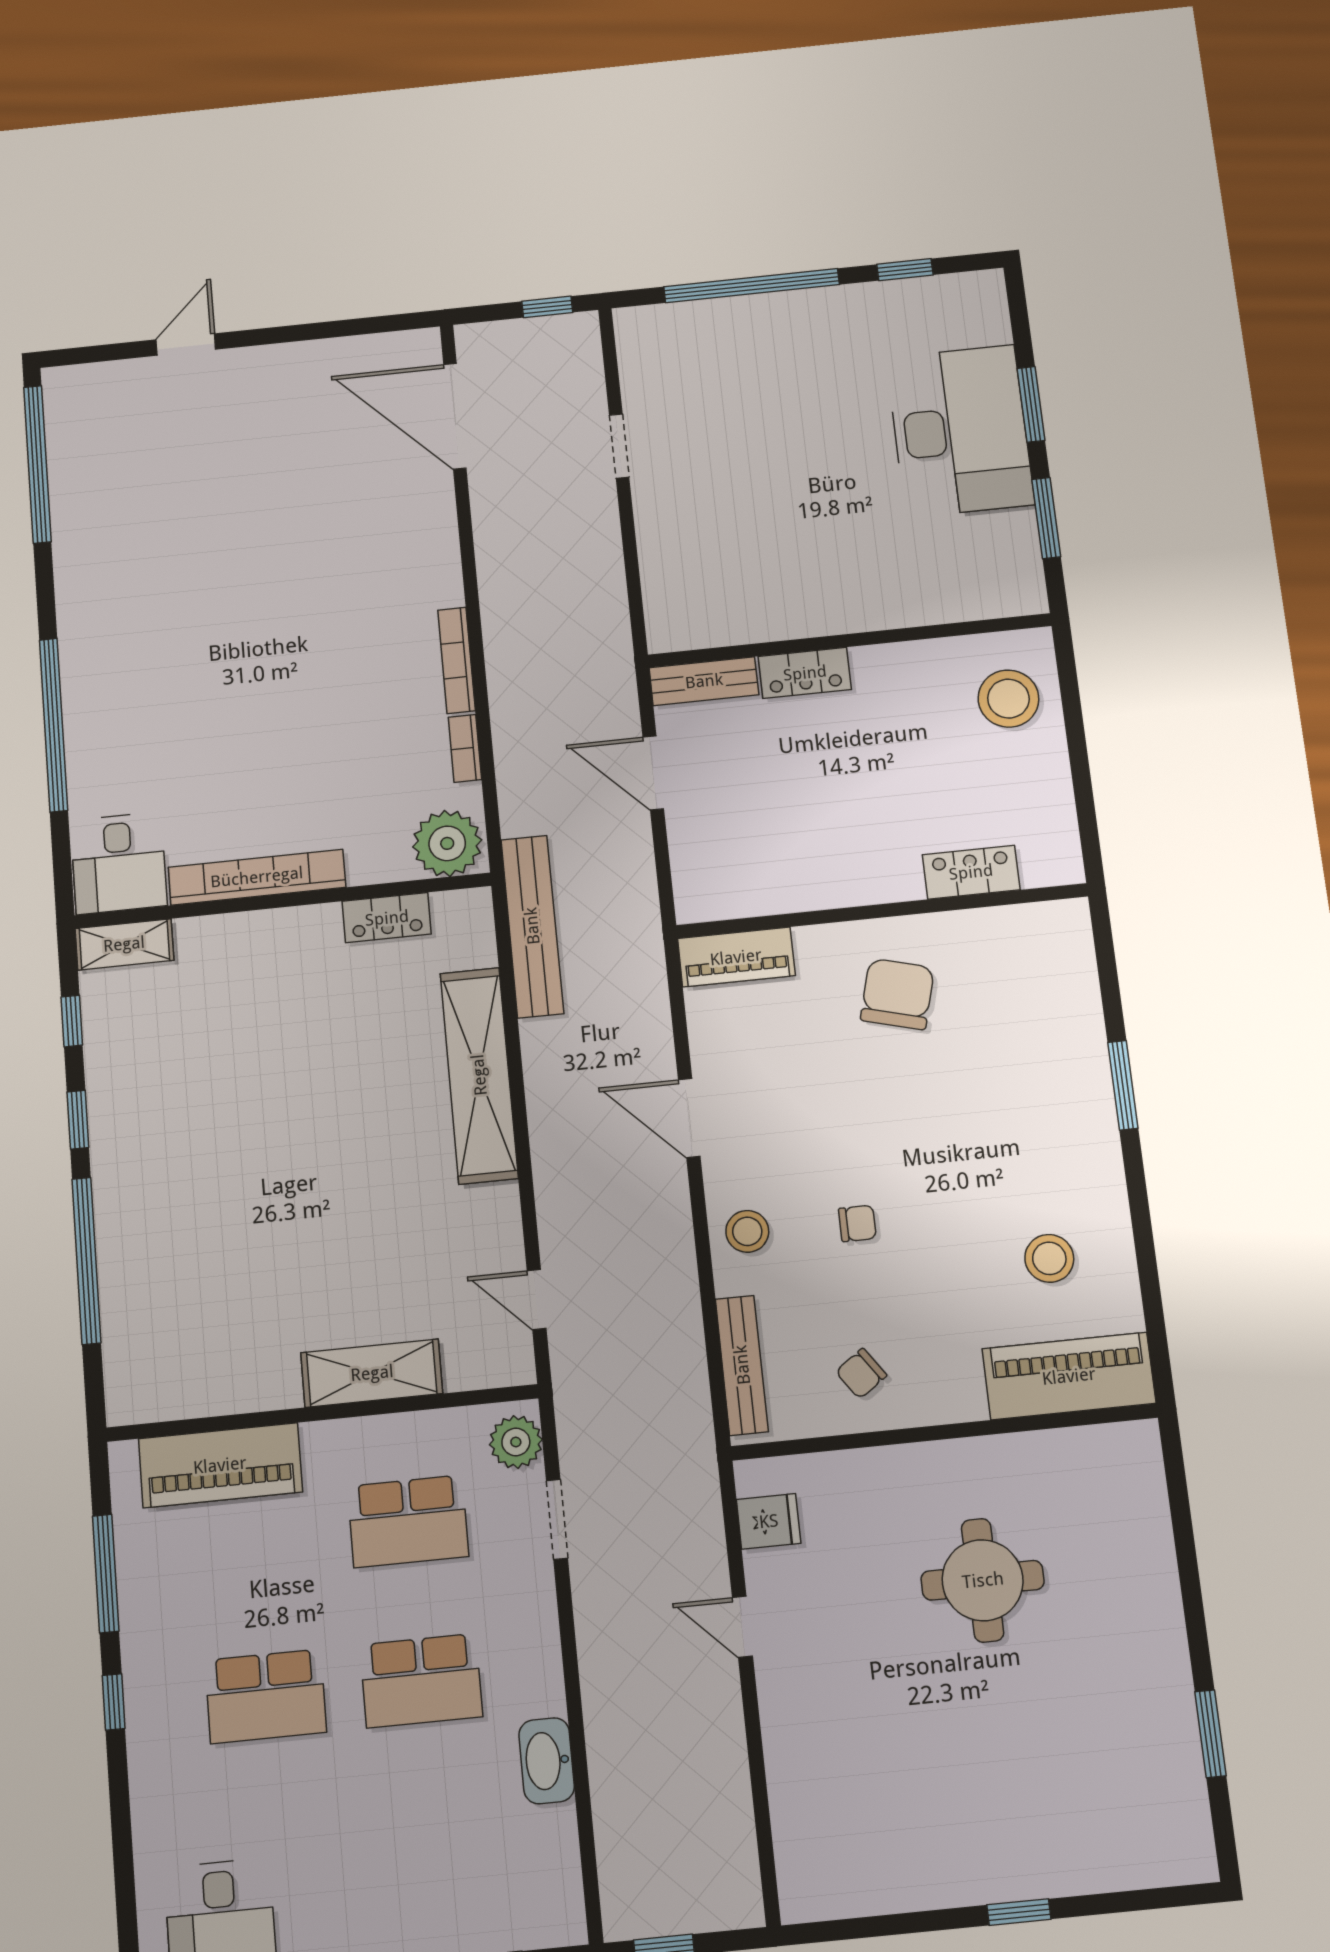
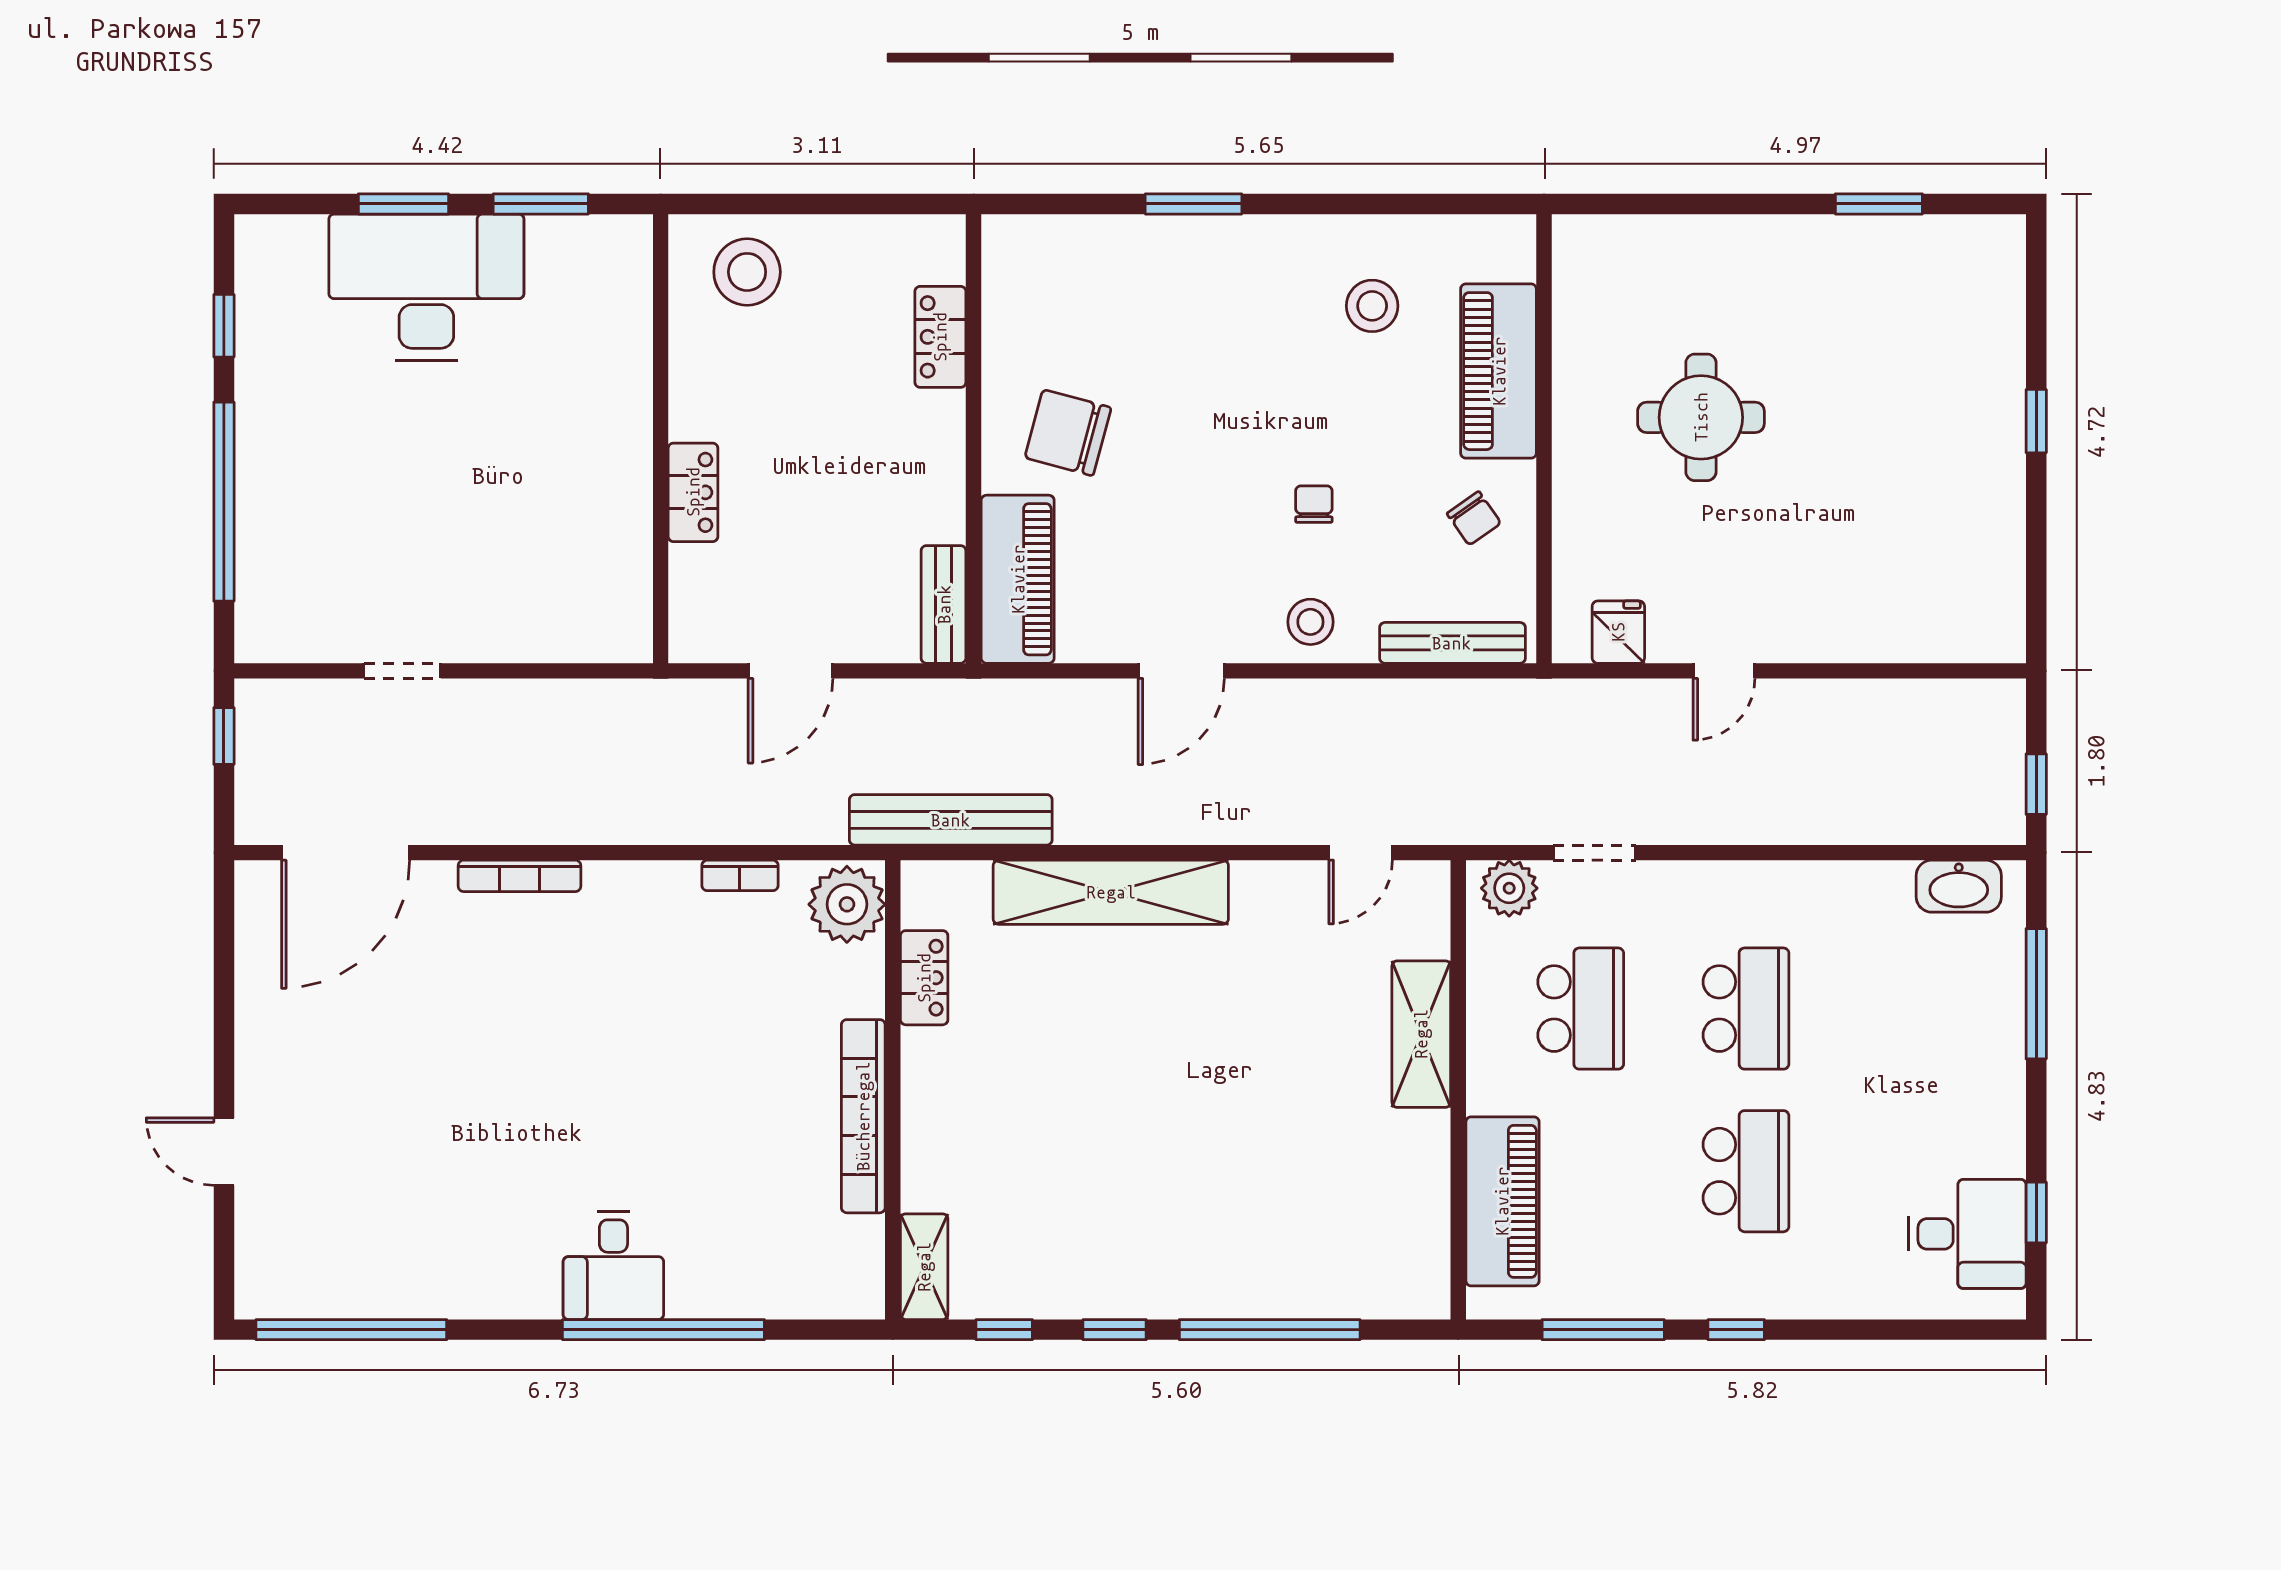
bookcase: (457, 660) -> (519, 876), moved
bench: (704, 681) -> (944, 604), moved
desk: (119, 863) -> (613, 1265), moved, turned 90
piano: (736, 957) -> (1018, 579), width x1.37, depth x1.33
piano: (1069, 1376) -> (1499, 371), moved
washbasin: (547, 1761) -> (1959, 886), moved

